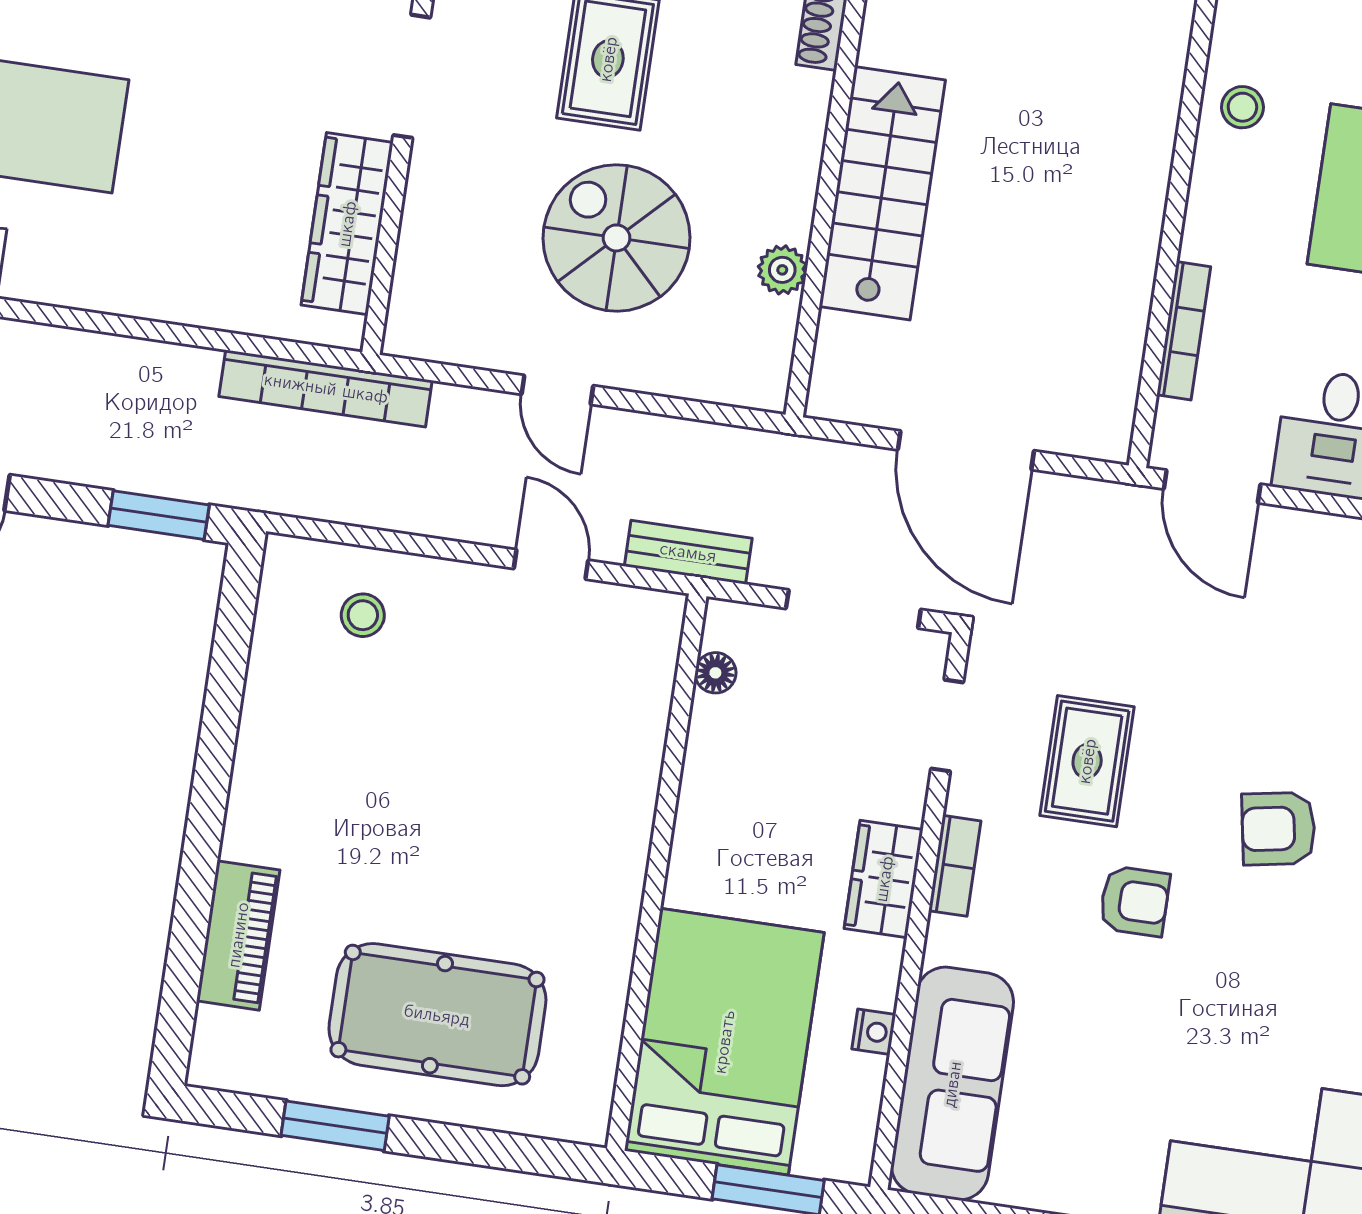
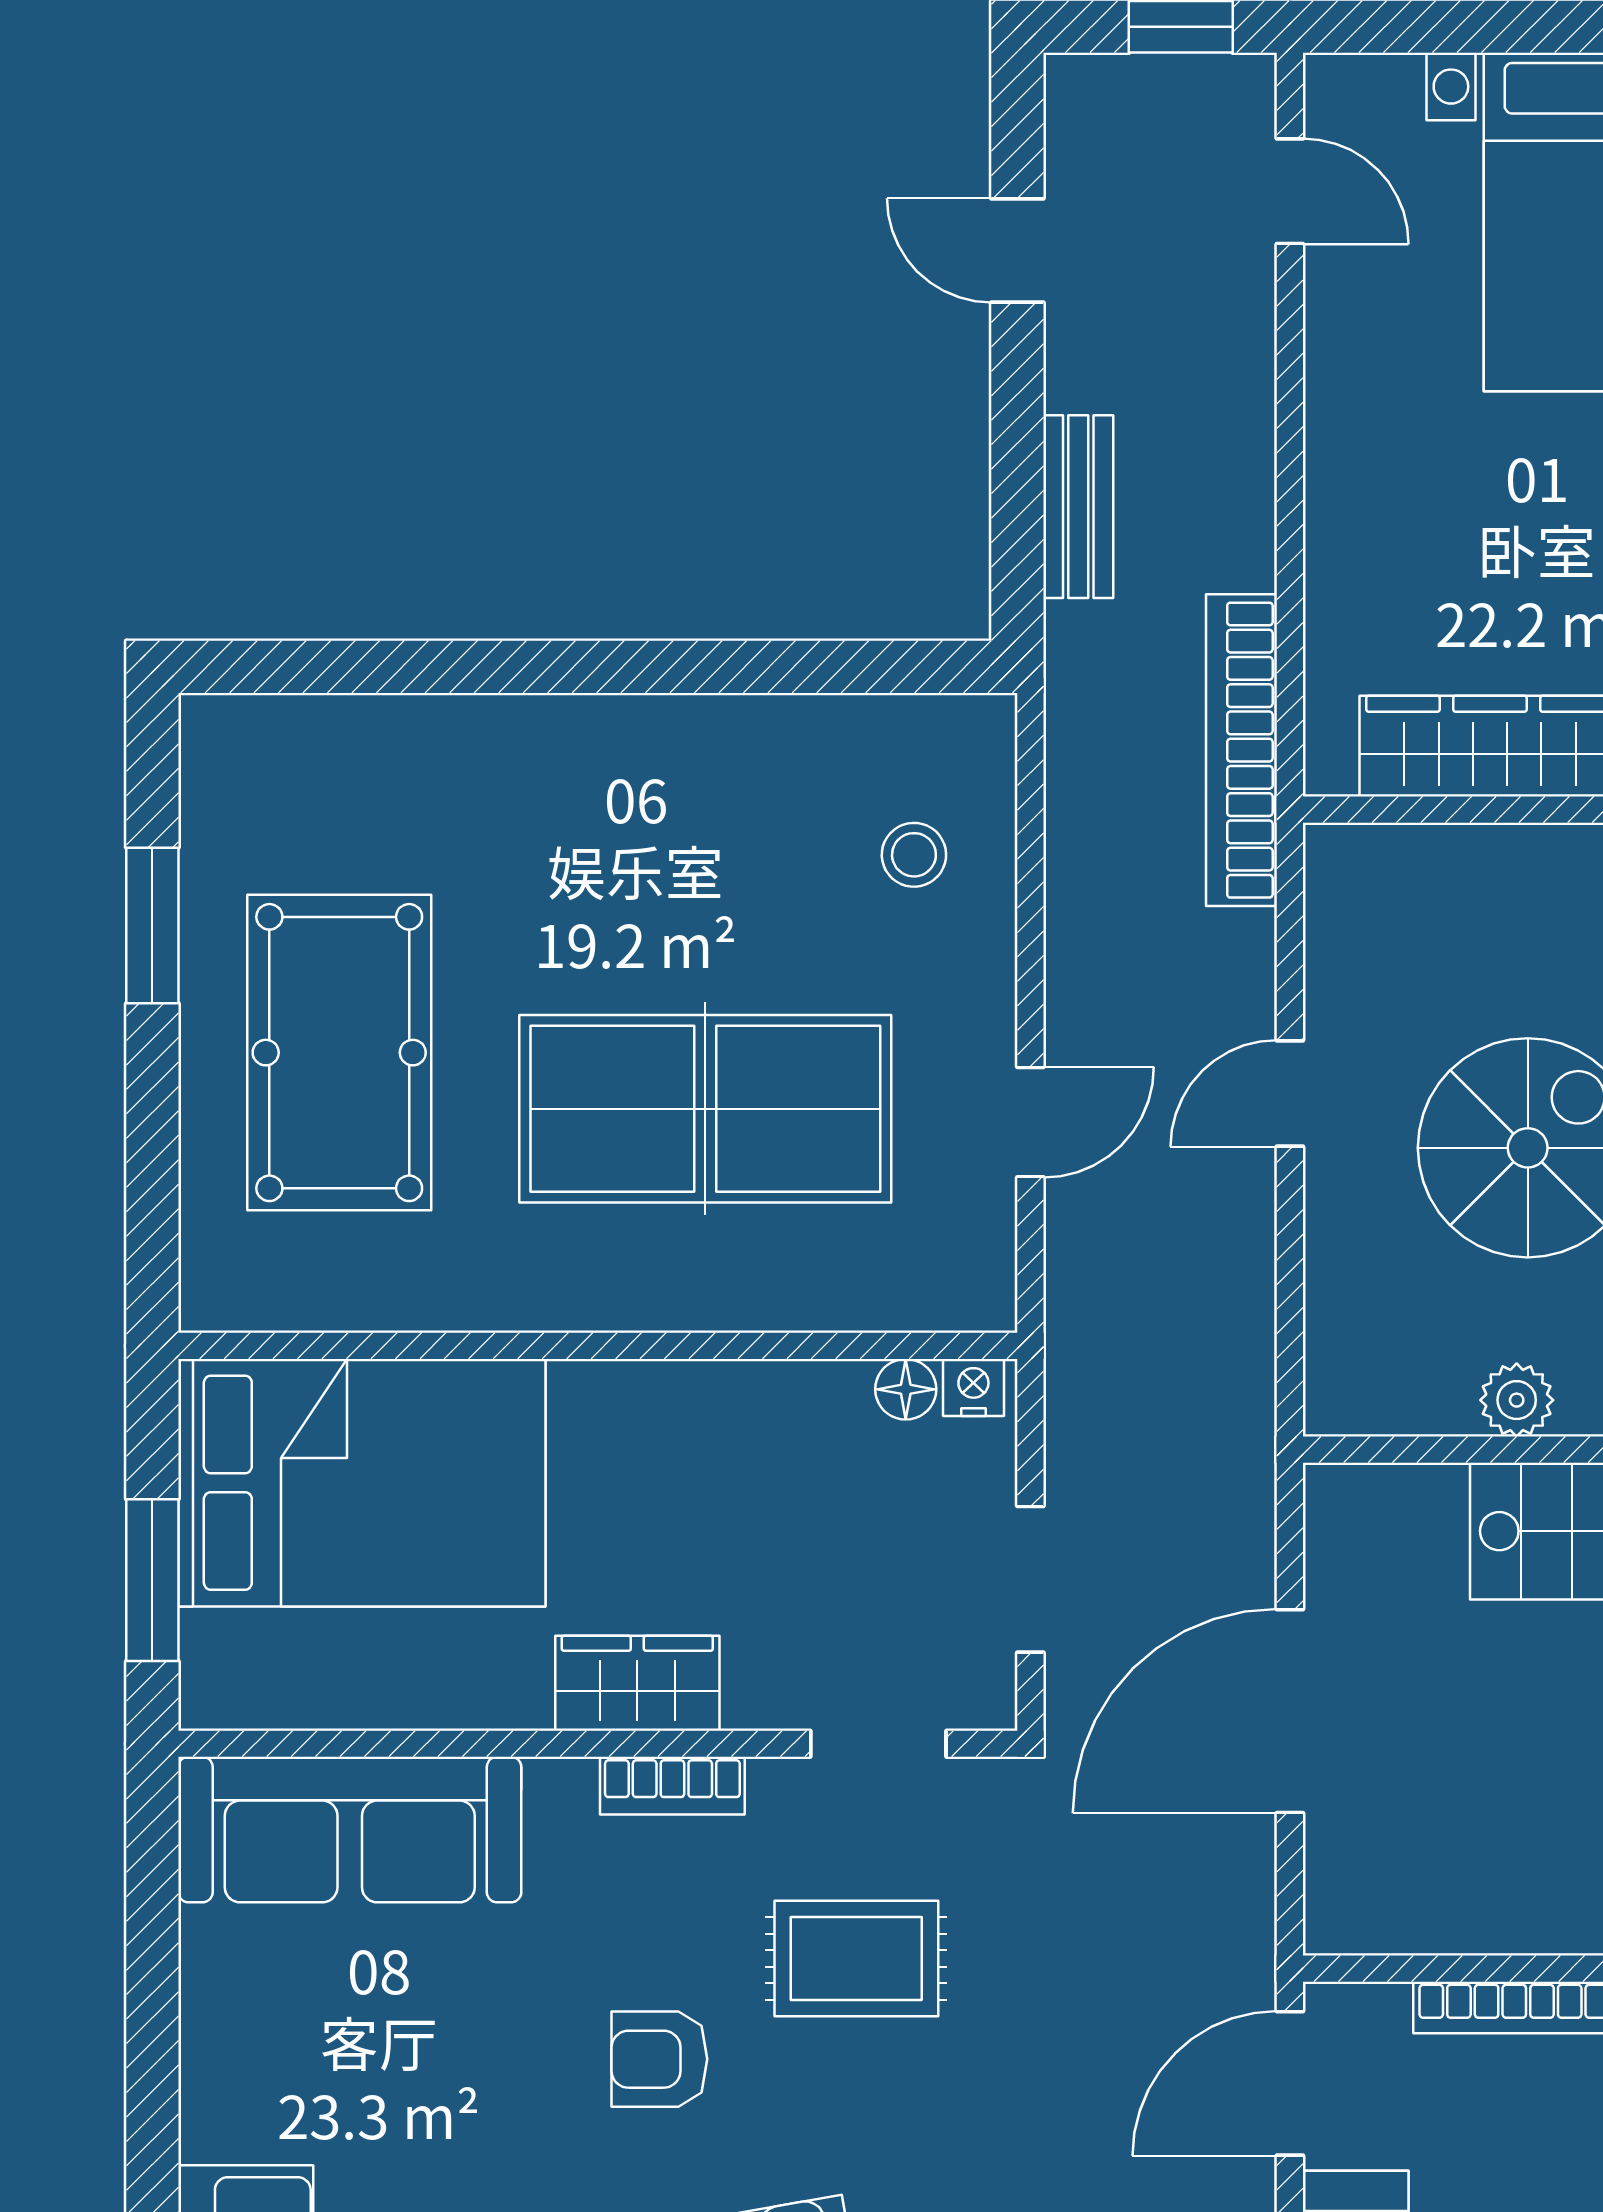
window: (159, 515) -> (1017, 531), removed
bench: (688, 552) -> (1078, 507), moved
doorway: (853, 609) -> (1030, 1579), width x0.73
table tennis table: (510, 778) -> (705, 1109), added
armchair: (1134, 901) -> (659, 2059), turned 90
piano: (238, 935) -> (413, 740), removed
nightstand: (874, 1032) -> (973, 1388), moved, turned 180

